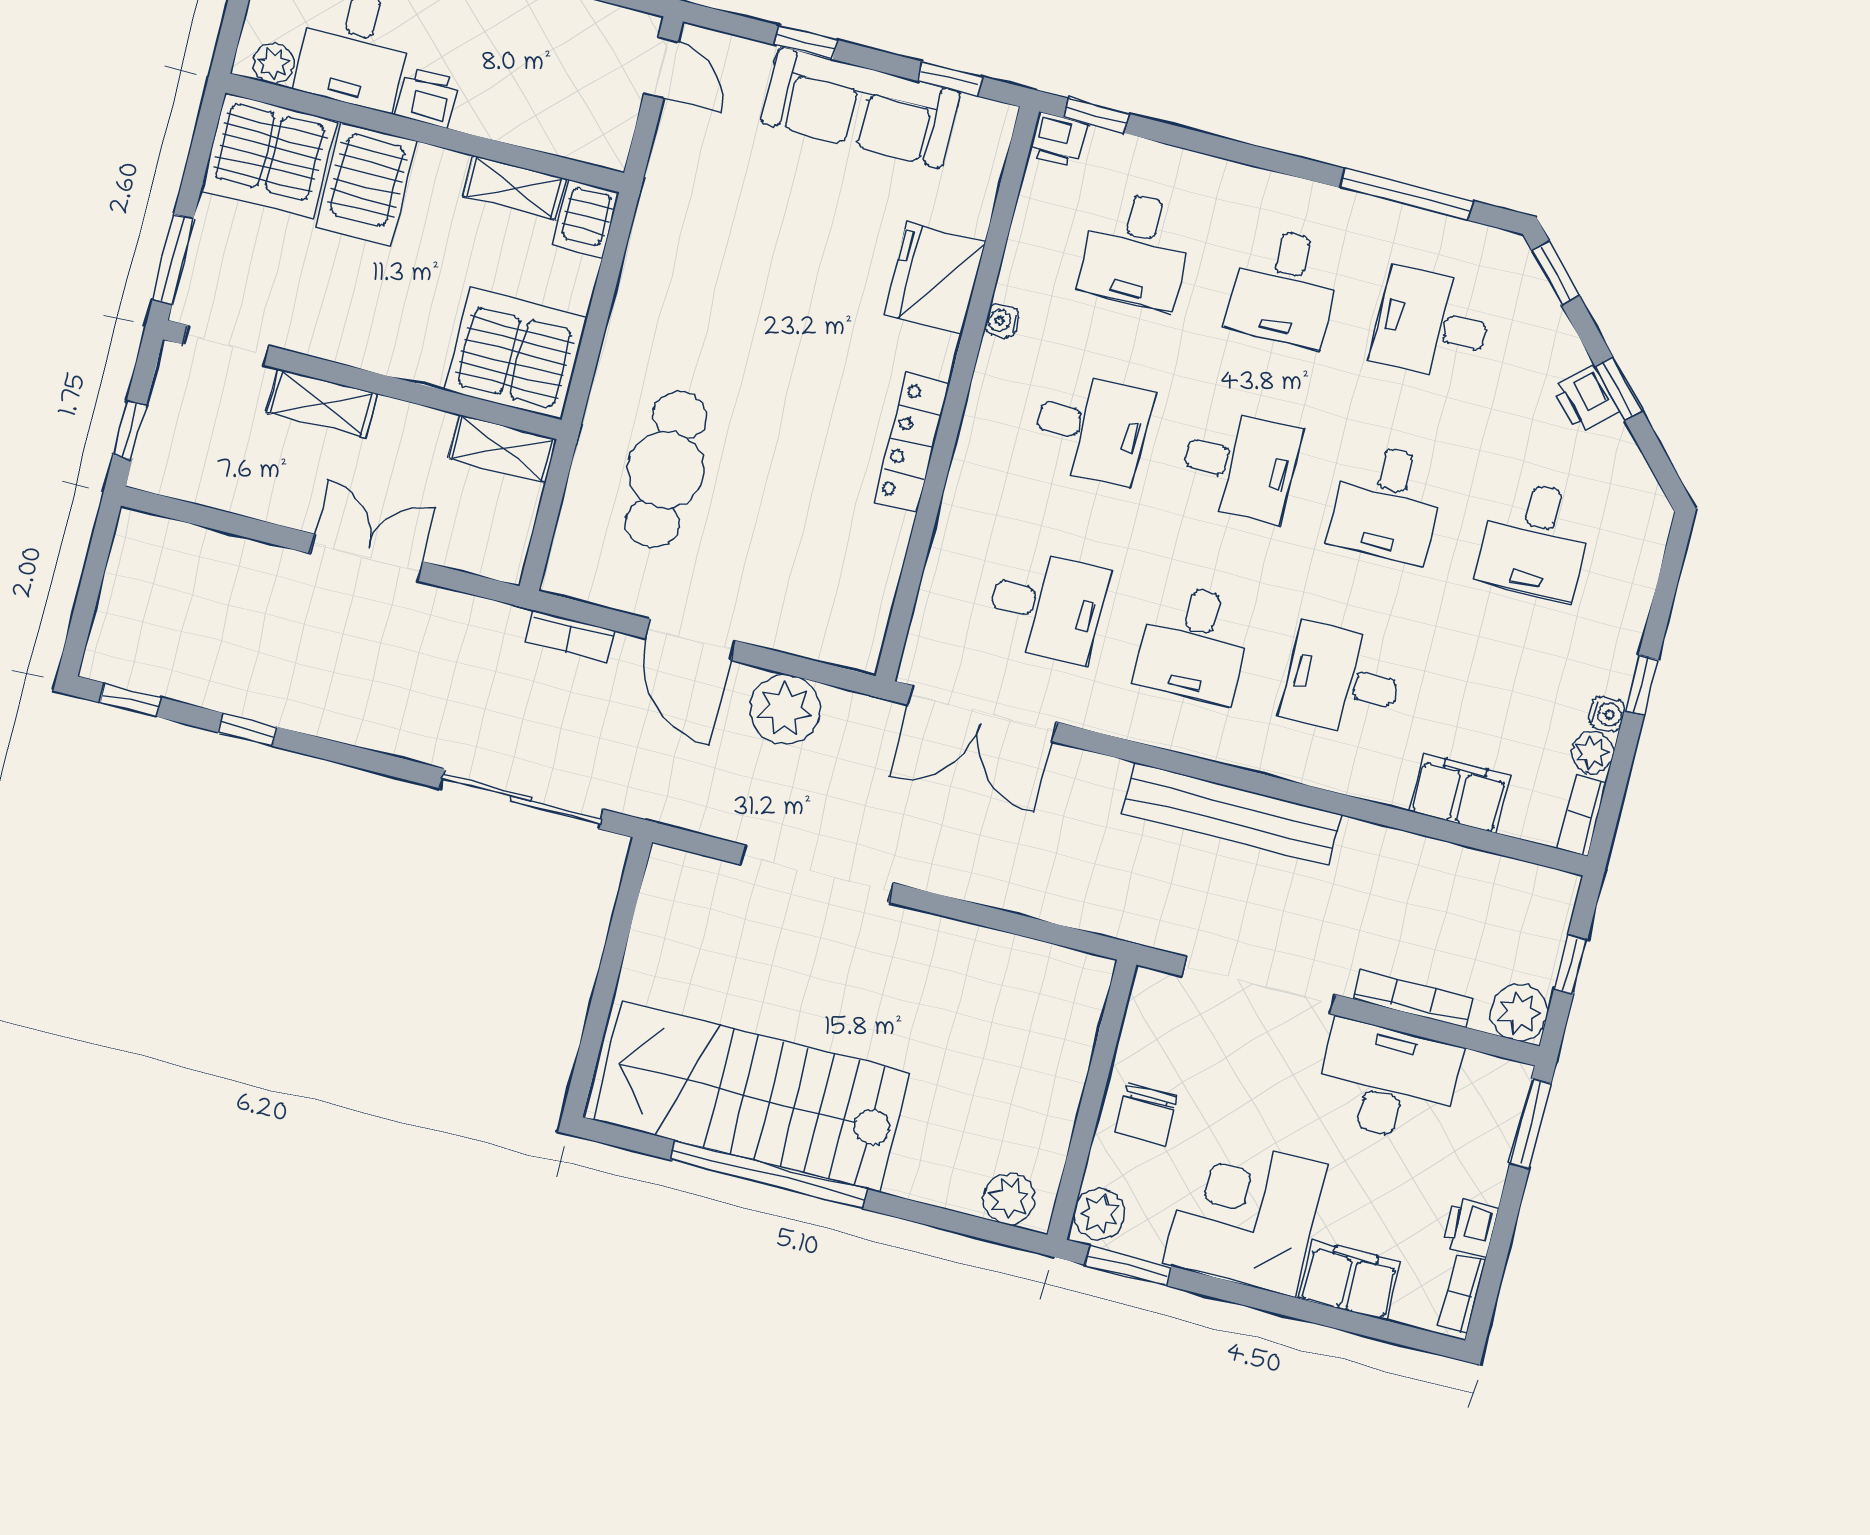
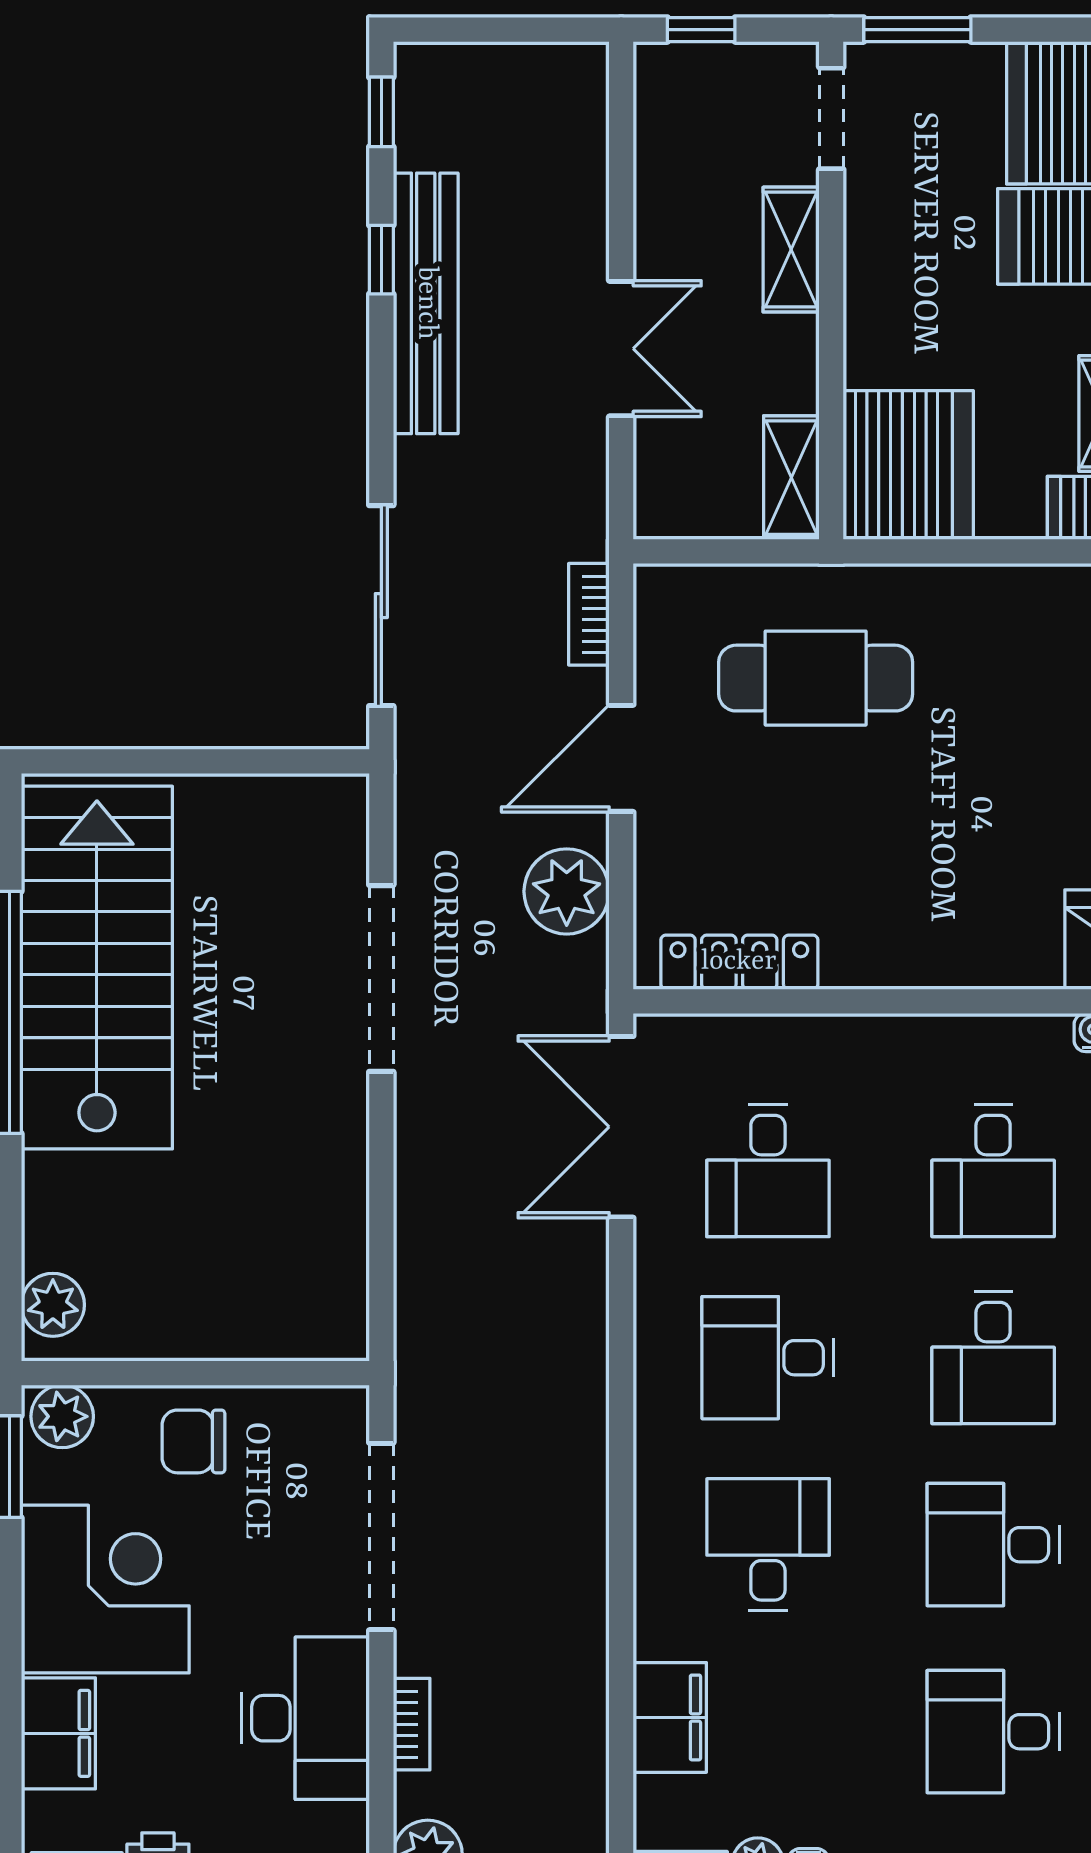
locker: (912, 443) -> (739, 962), moved
bench: (1231, 814) -> (426, 303), moved
bookcase: (1413, 999) -> (412, 1724), width x0.64

